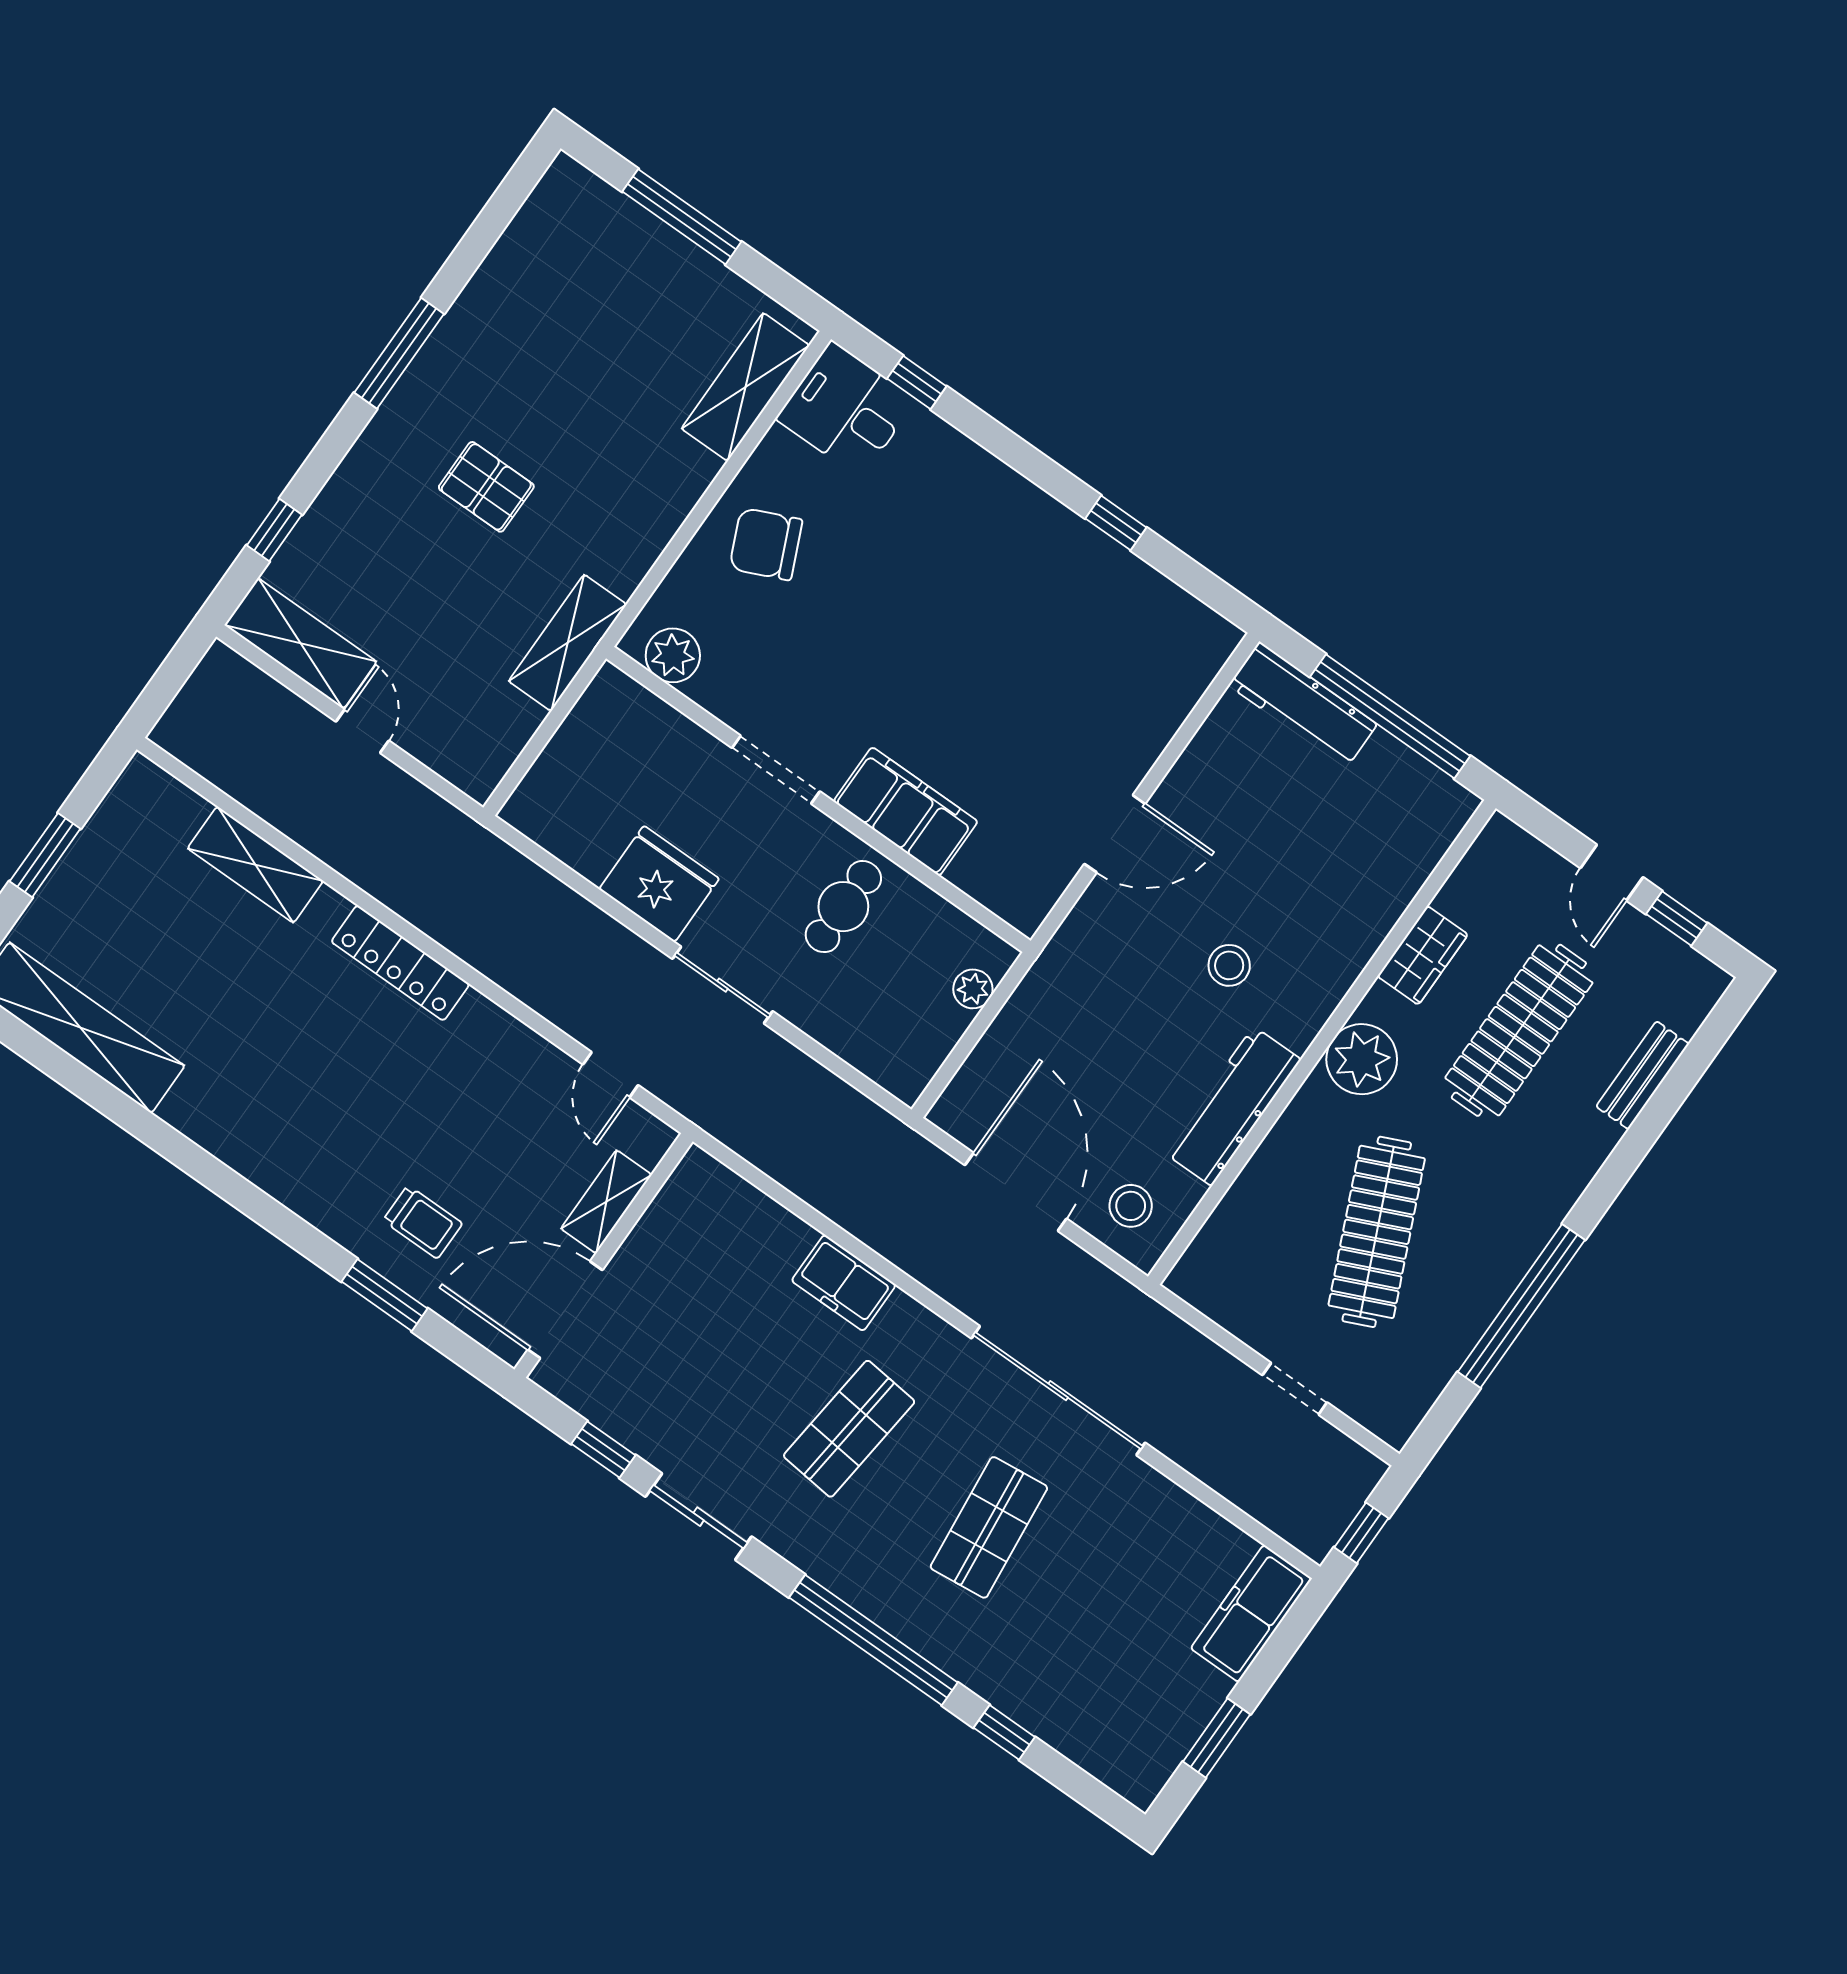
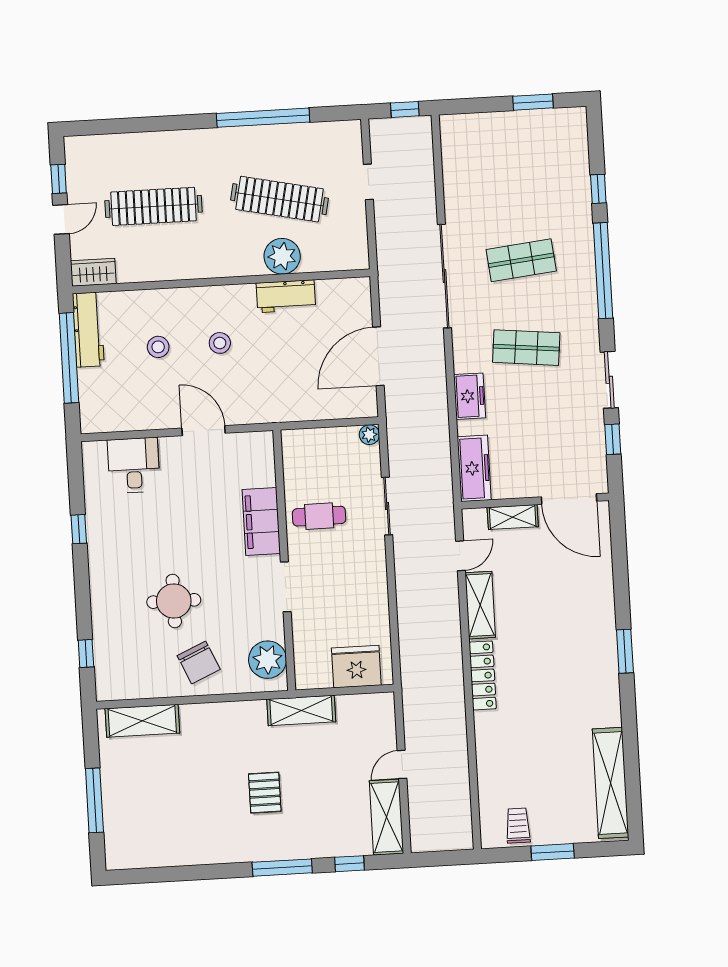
window: (399, 353) -> (282, 868), moved
desk: (846, 409) -> (134, 465), moved, turned 180
round table: (890, 581) -> (174, 601), added
plant: (673, 655) -> (268, 660), width x1.36, depth x1.36
workbench: (1303, 705) -> (88, 330), moved
shelving: (255, 865) -> (480, 605), moved
fridge: (659, 884) -> (356, 667), moved, turned 90
wardrobe: (1423, 955) -> (93, 272), moved
sliding door: (722, 985) -> (387, 506), moved
plant: (973, 989) -> (369, 435), moved
plant: (1362, 1059) -> (282, 256), moved
bench: (1643, 1075) -> (132, 143), removed
workbench: (1233, 1106) -> (286, 296), width x0.73
stool: (1131, 1206) -> (158, 347), moved
trolley: (423, 1222) -> (518, 826), moved
clothes rail: (1377, 1232) -> (279, 199), turned 36
window: (385, 1295) -> (625, 651), moved
freezer: (1251, 1613) -> (474, 468), moved, turned -90

